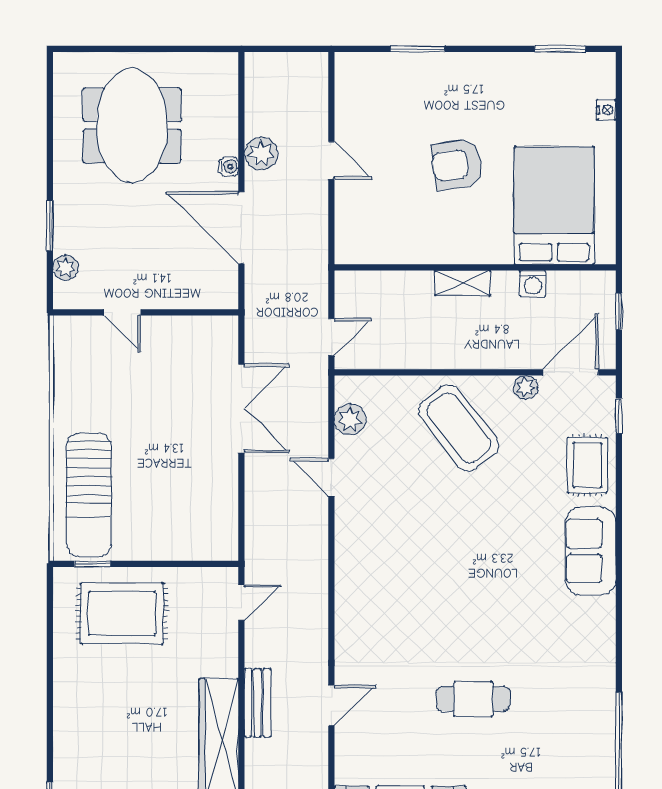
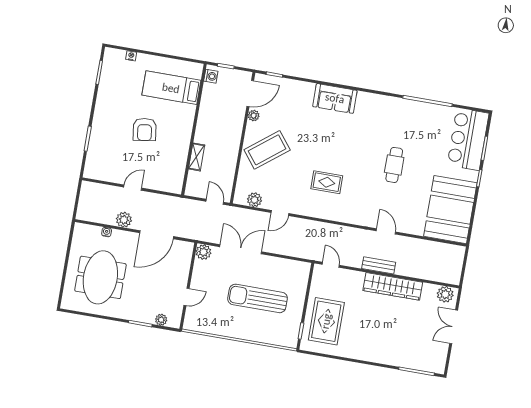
meeting table: (132, 126) -> (100, 277), turned 90
water cooler: (229, 167) -> (107, 232), moved
bed: (554, 205) -> (171, 88), width x0.67
shelving: (463, 283) -> (197, 157), moved
washing machine: (533, 284) -> (211, 76), moved
plant: (222, 332) -> (203, 252), added
door: (571, 372) -> (250, 93), swing flipped
rug: (587, 465) -> (327, 182), moved
sun lounger: (89, 495) -> (258, 298), moved, turned 180

